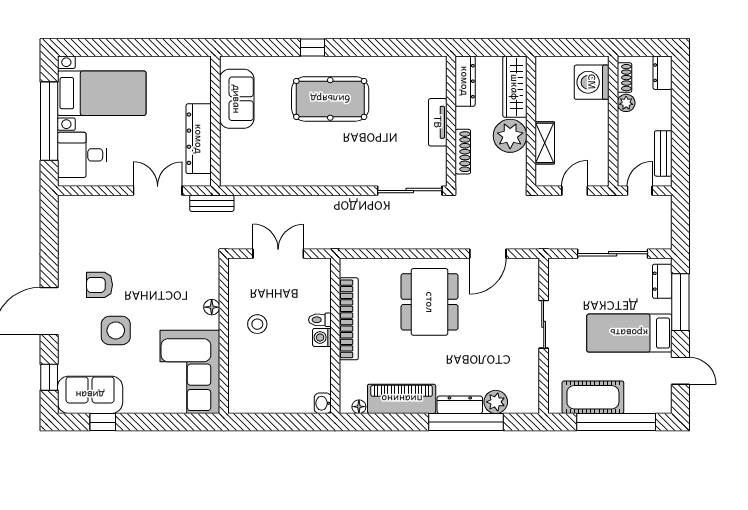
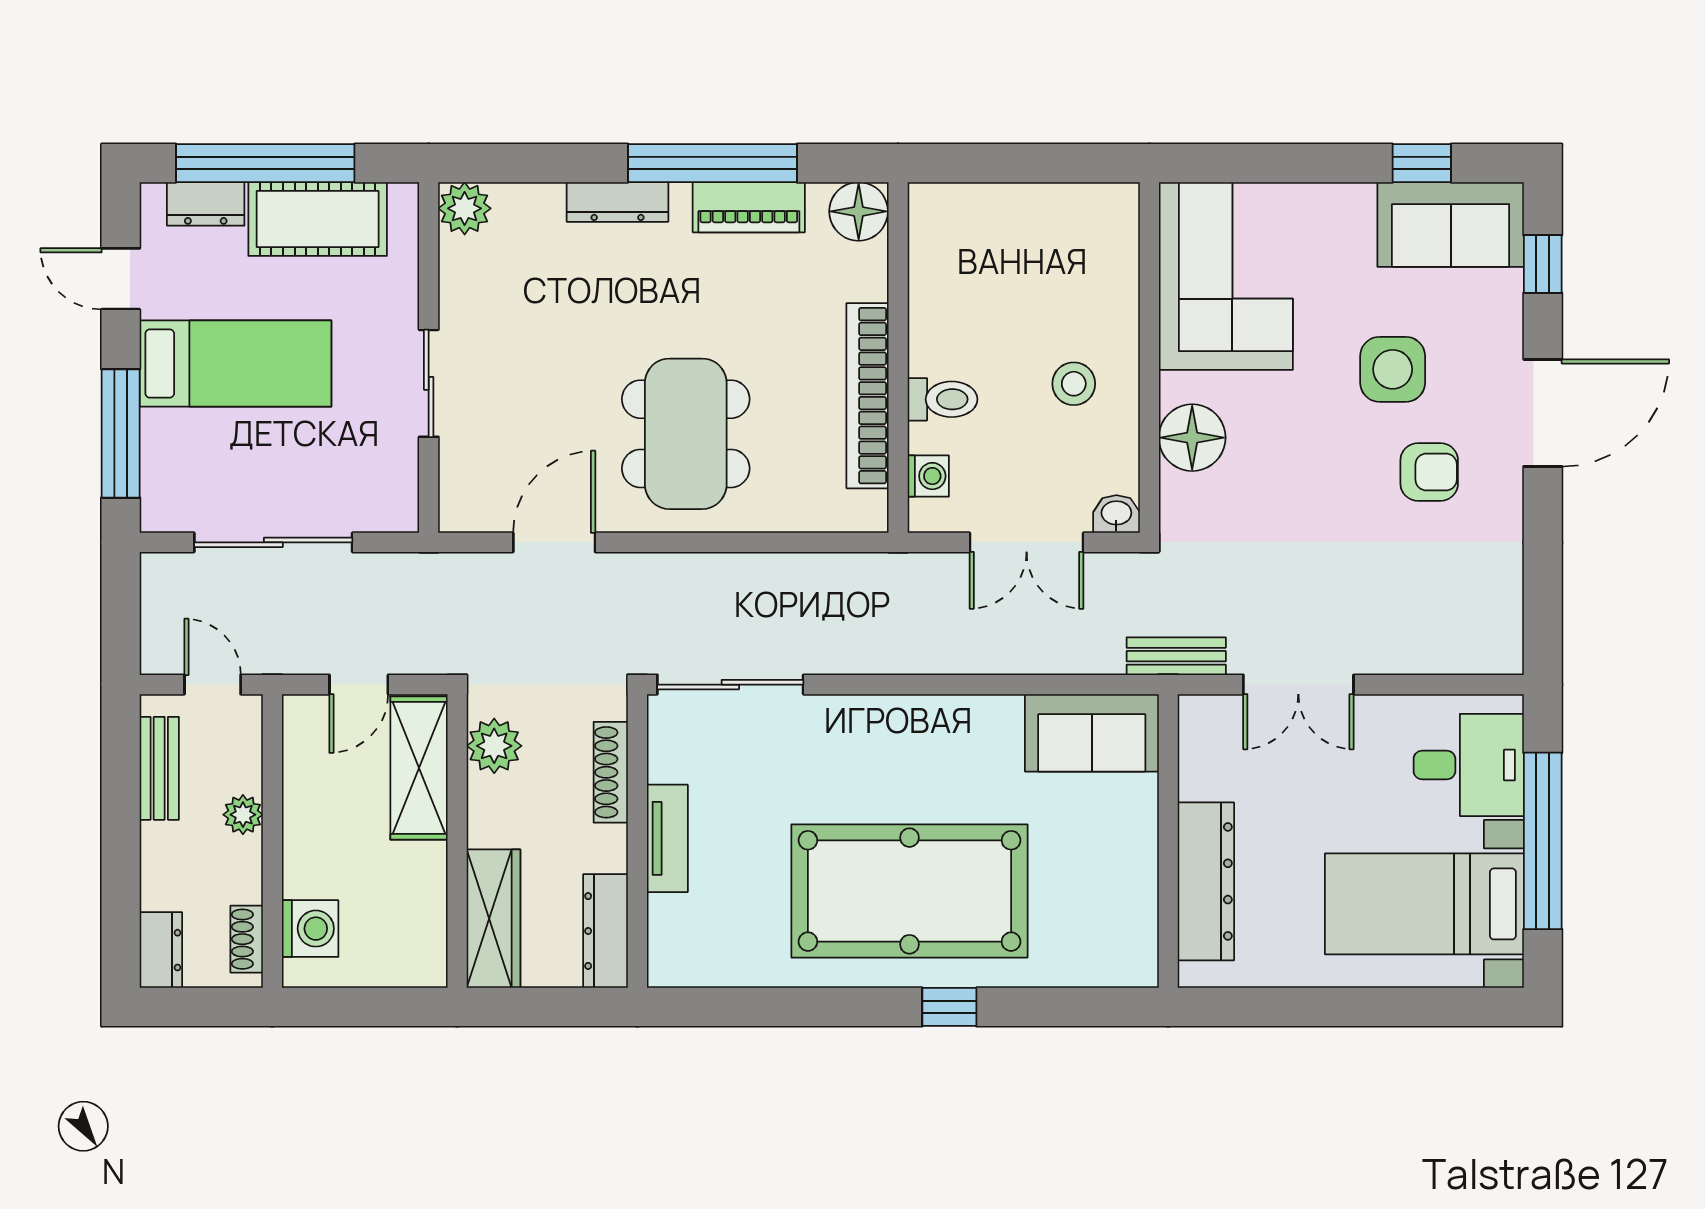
washing machine: (592, 82) -> (310, 929), width x0.73, depth x0.73
sofa: (237, 99) -> (1092, 733), moved, turned -90
pool table: (330, 99) -> (909, 891), width x1.36, depth x1.32
plant: (626, 103) -> (243, 815), moved
plant: (510, 136) -> (494, 746), moved, width x0.73, depth x0.73
dresser: (199, 139) -> (1206, 881), moved
shelving: (545, 143) -> (419, 768), width x1.50, depth x1.33
door: (640, 191) -> (213, 685), swing flipped
dresser: (662, 281) -> (206, 204), moved, turned 90
floor lamp: (212, 307) -> (1192, 438), width x1.89, depth x1.89
toilet: (320, 320) -> (942, 399), width x1.37, depth x1.39
washing machine: (322, 337) -> (928, 476), moved
piano: (402, 399) -> (749, 207), width x0.73, depth x0.75
plant: (496, 402) -> (465, 208), moved
washbasin: (323, 403) -> (1116, 514), moved, turned -90
floor lamp: (359, 407) -> (859, 211), width x1.89, depth x1.89
window: (466, 422) -> (712, 163), moved

